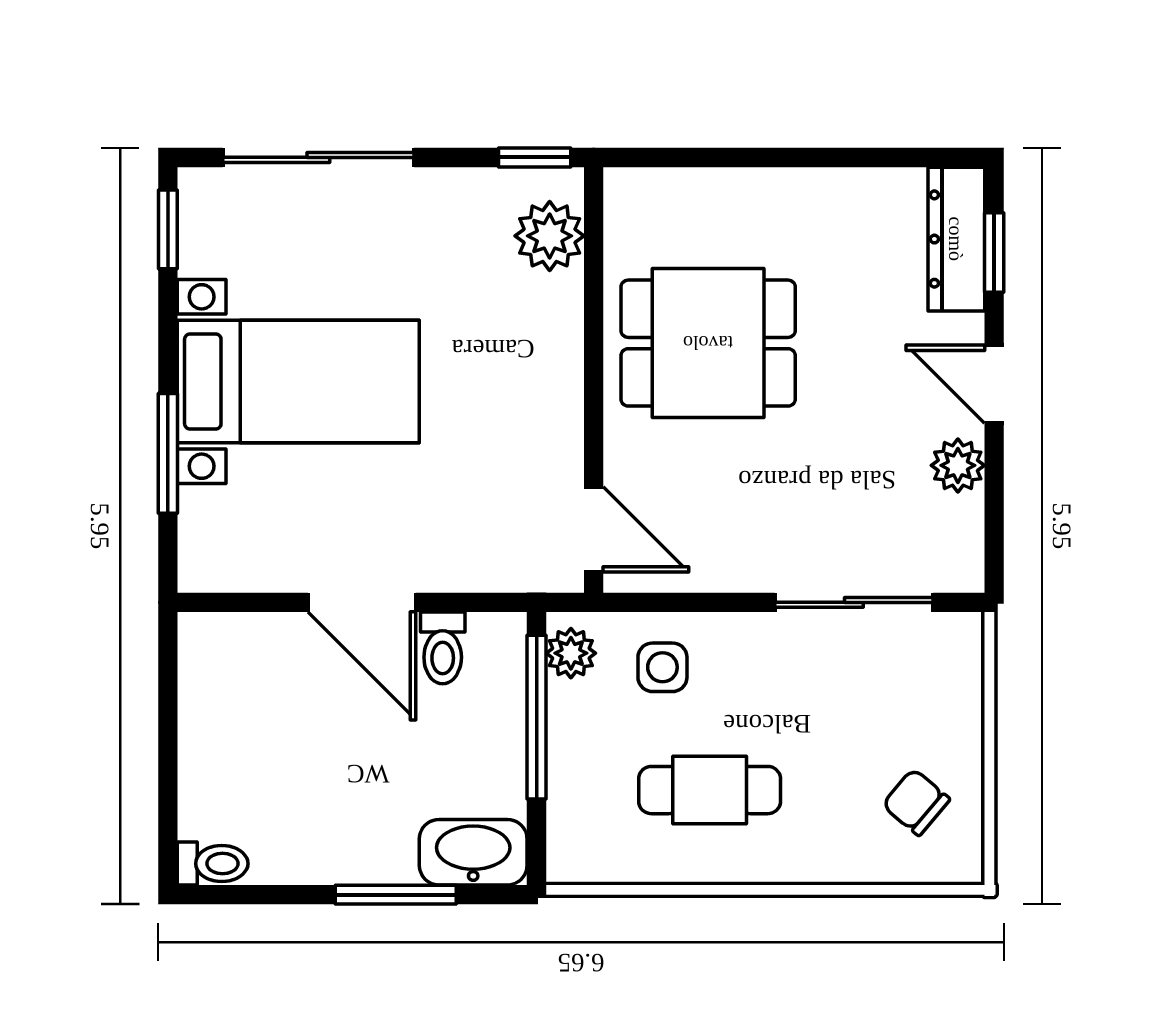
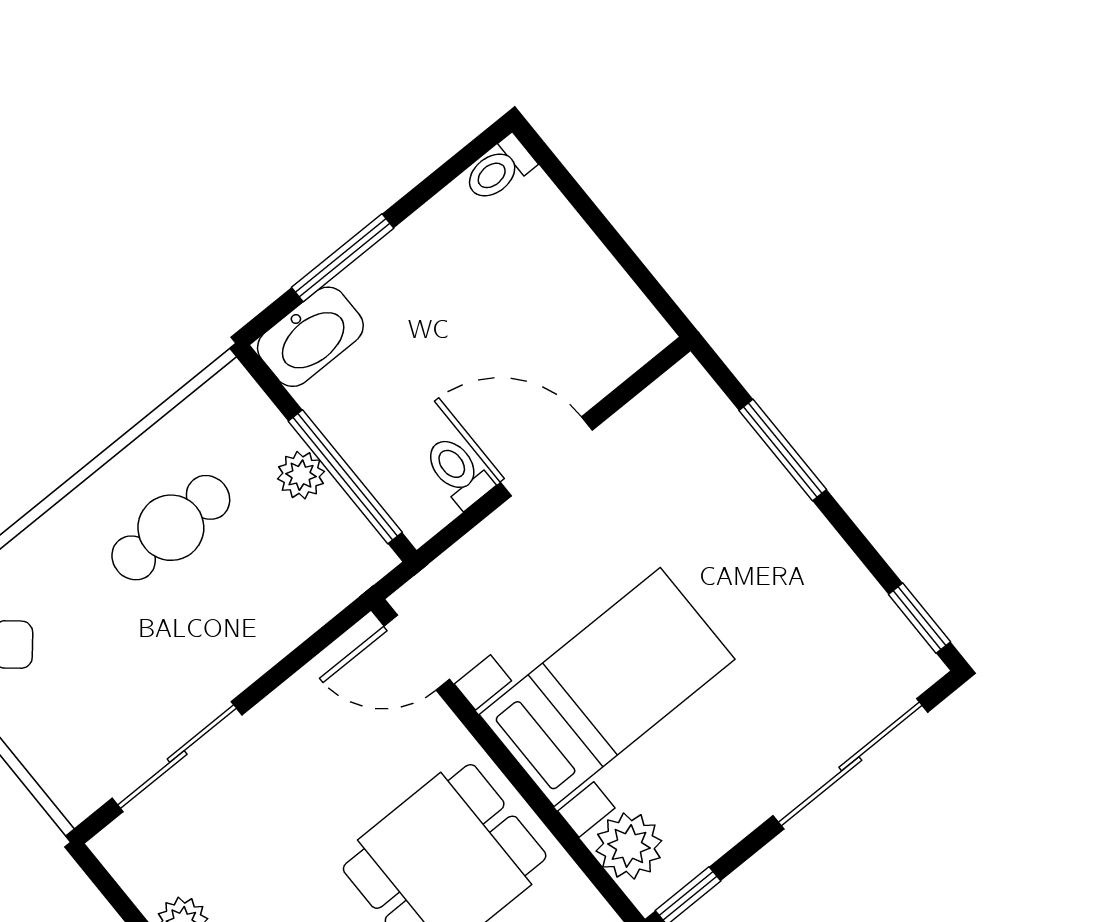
bed with nightstands: (298, 381) -> (607, 687), moved, turned 180
plant: (571, 653) -> (301, 475), moved
side table: (662, 667) -> (281, 591), removed

